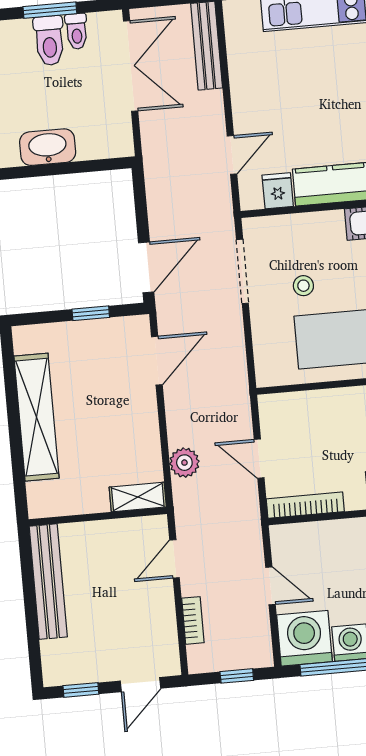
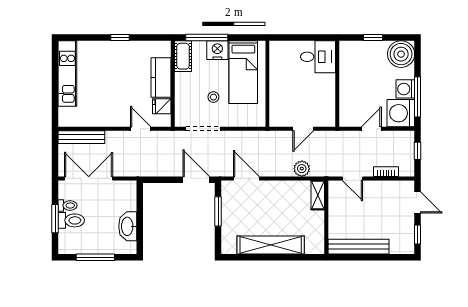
window: (91, 313) -> (218, 211), width x1.50
bookcase: (305, 505) -> (330, 106), removed

